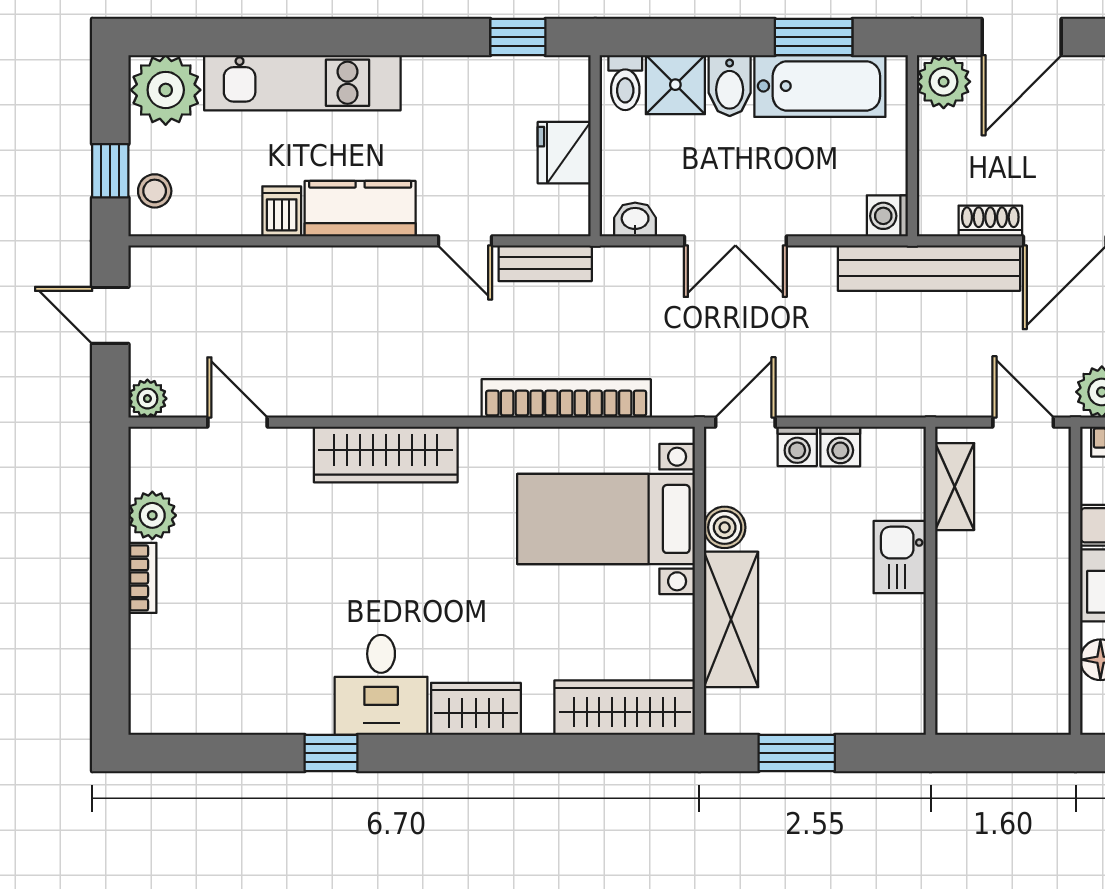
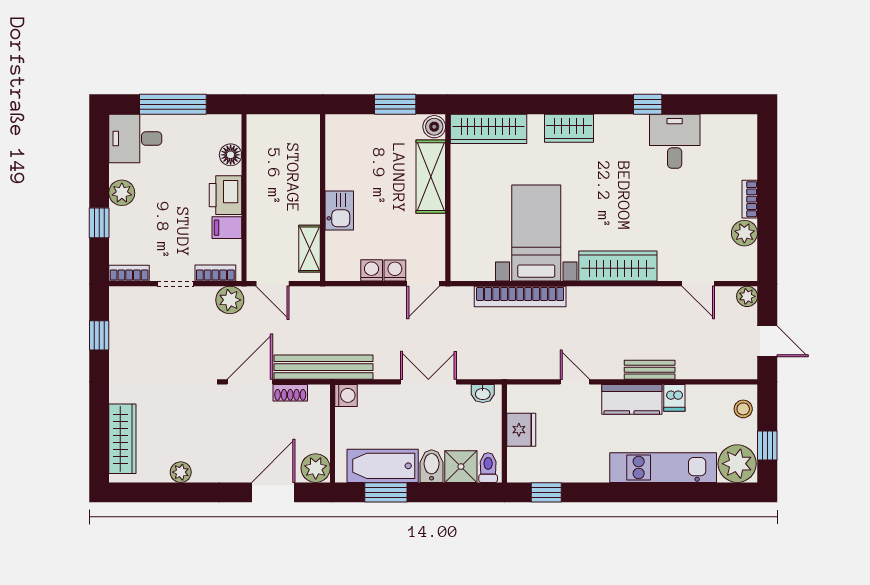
window: (110, 171) -> (767, 445), moved
bench: (545, 263) -> (650, 370), moved
bed with nightstands: (606, 519) -> (536, 233), moved, turned -90
boiler: (725, 527) -> (434, 127), moved
desk: (381, 685) -> (675, 141), moved

